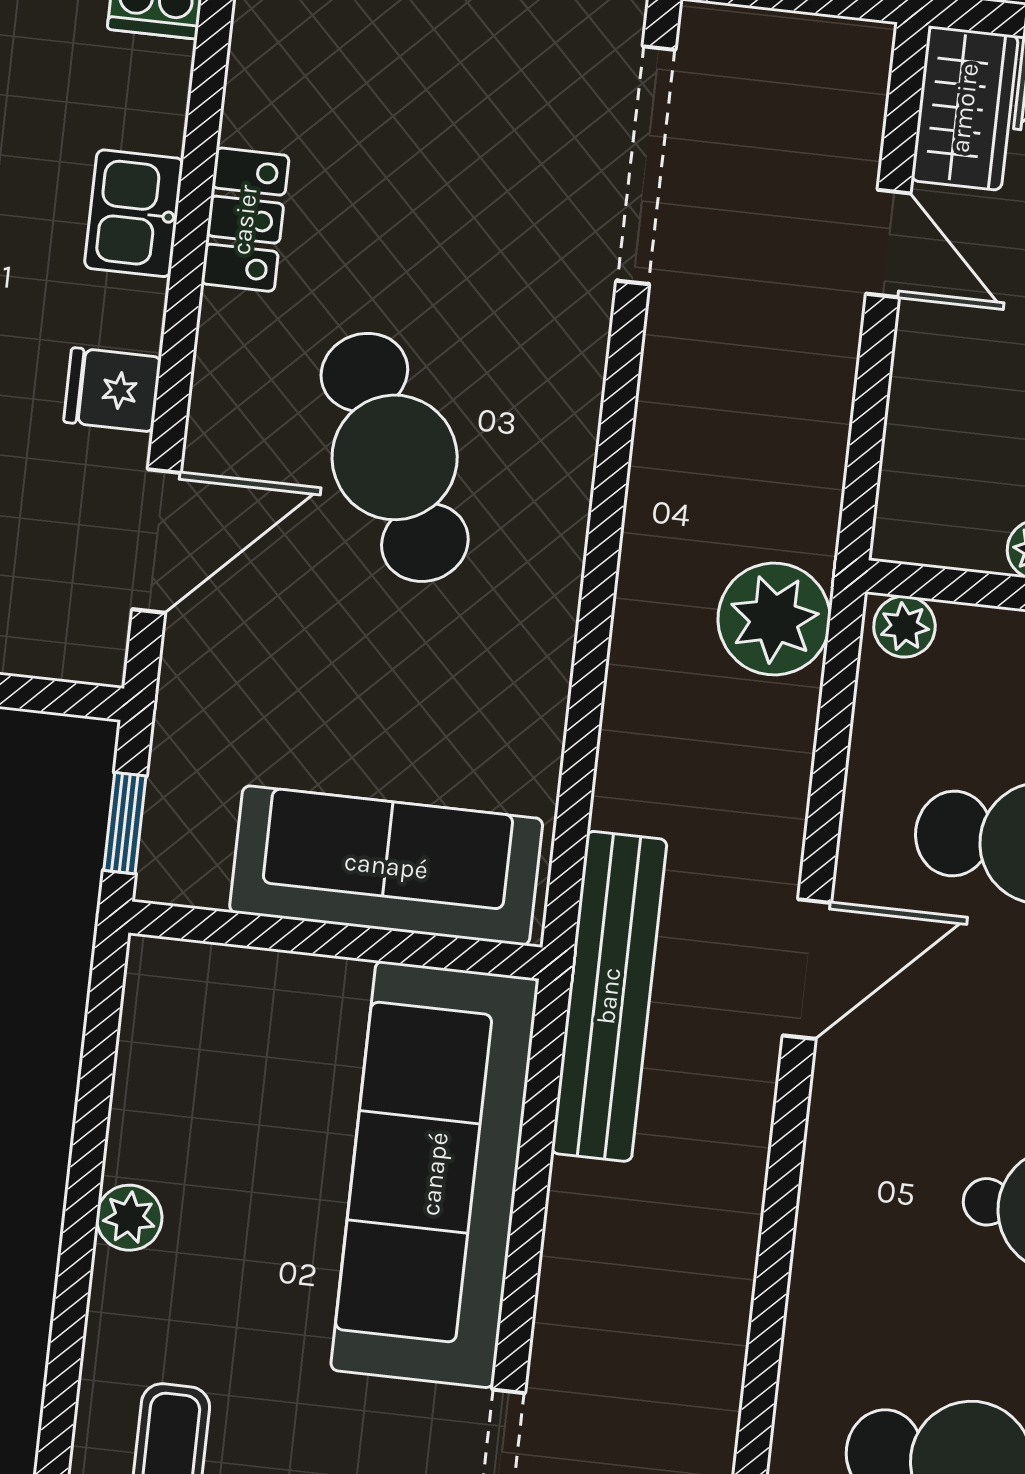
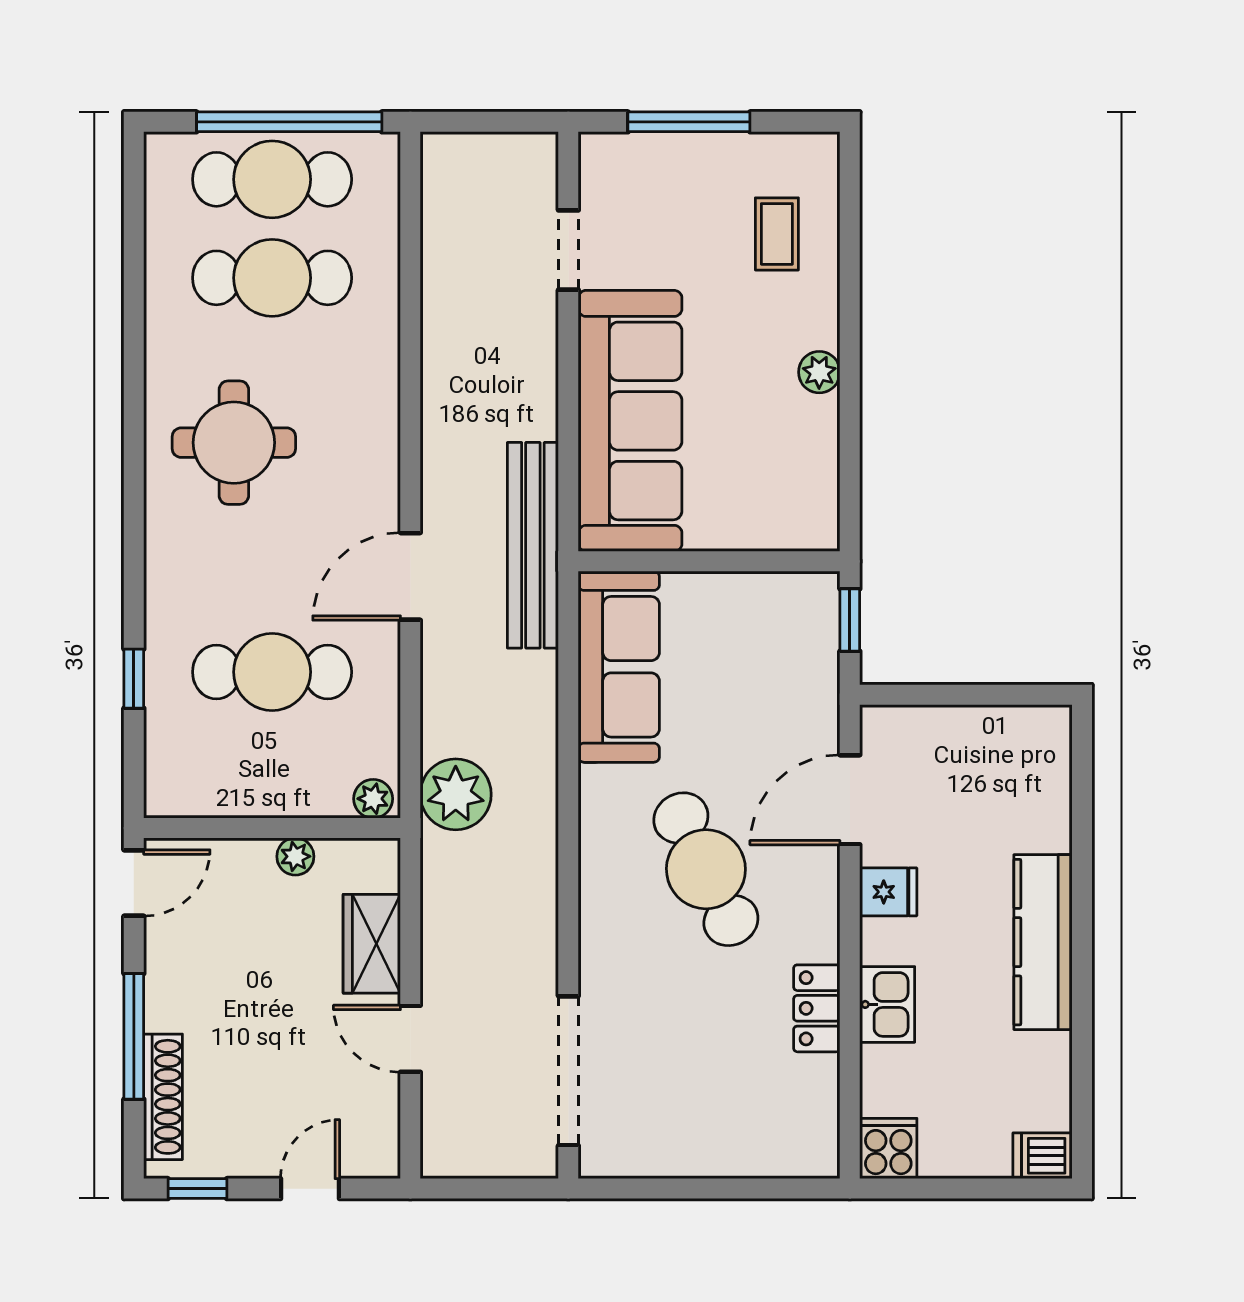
wardrobe: (965, 108) -> (372, 944), moved
sofa: (386, 866) -> (619, 667), moved, turned -90

